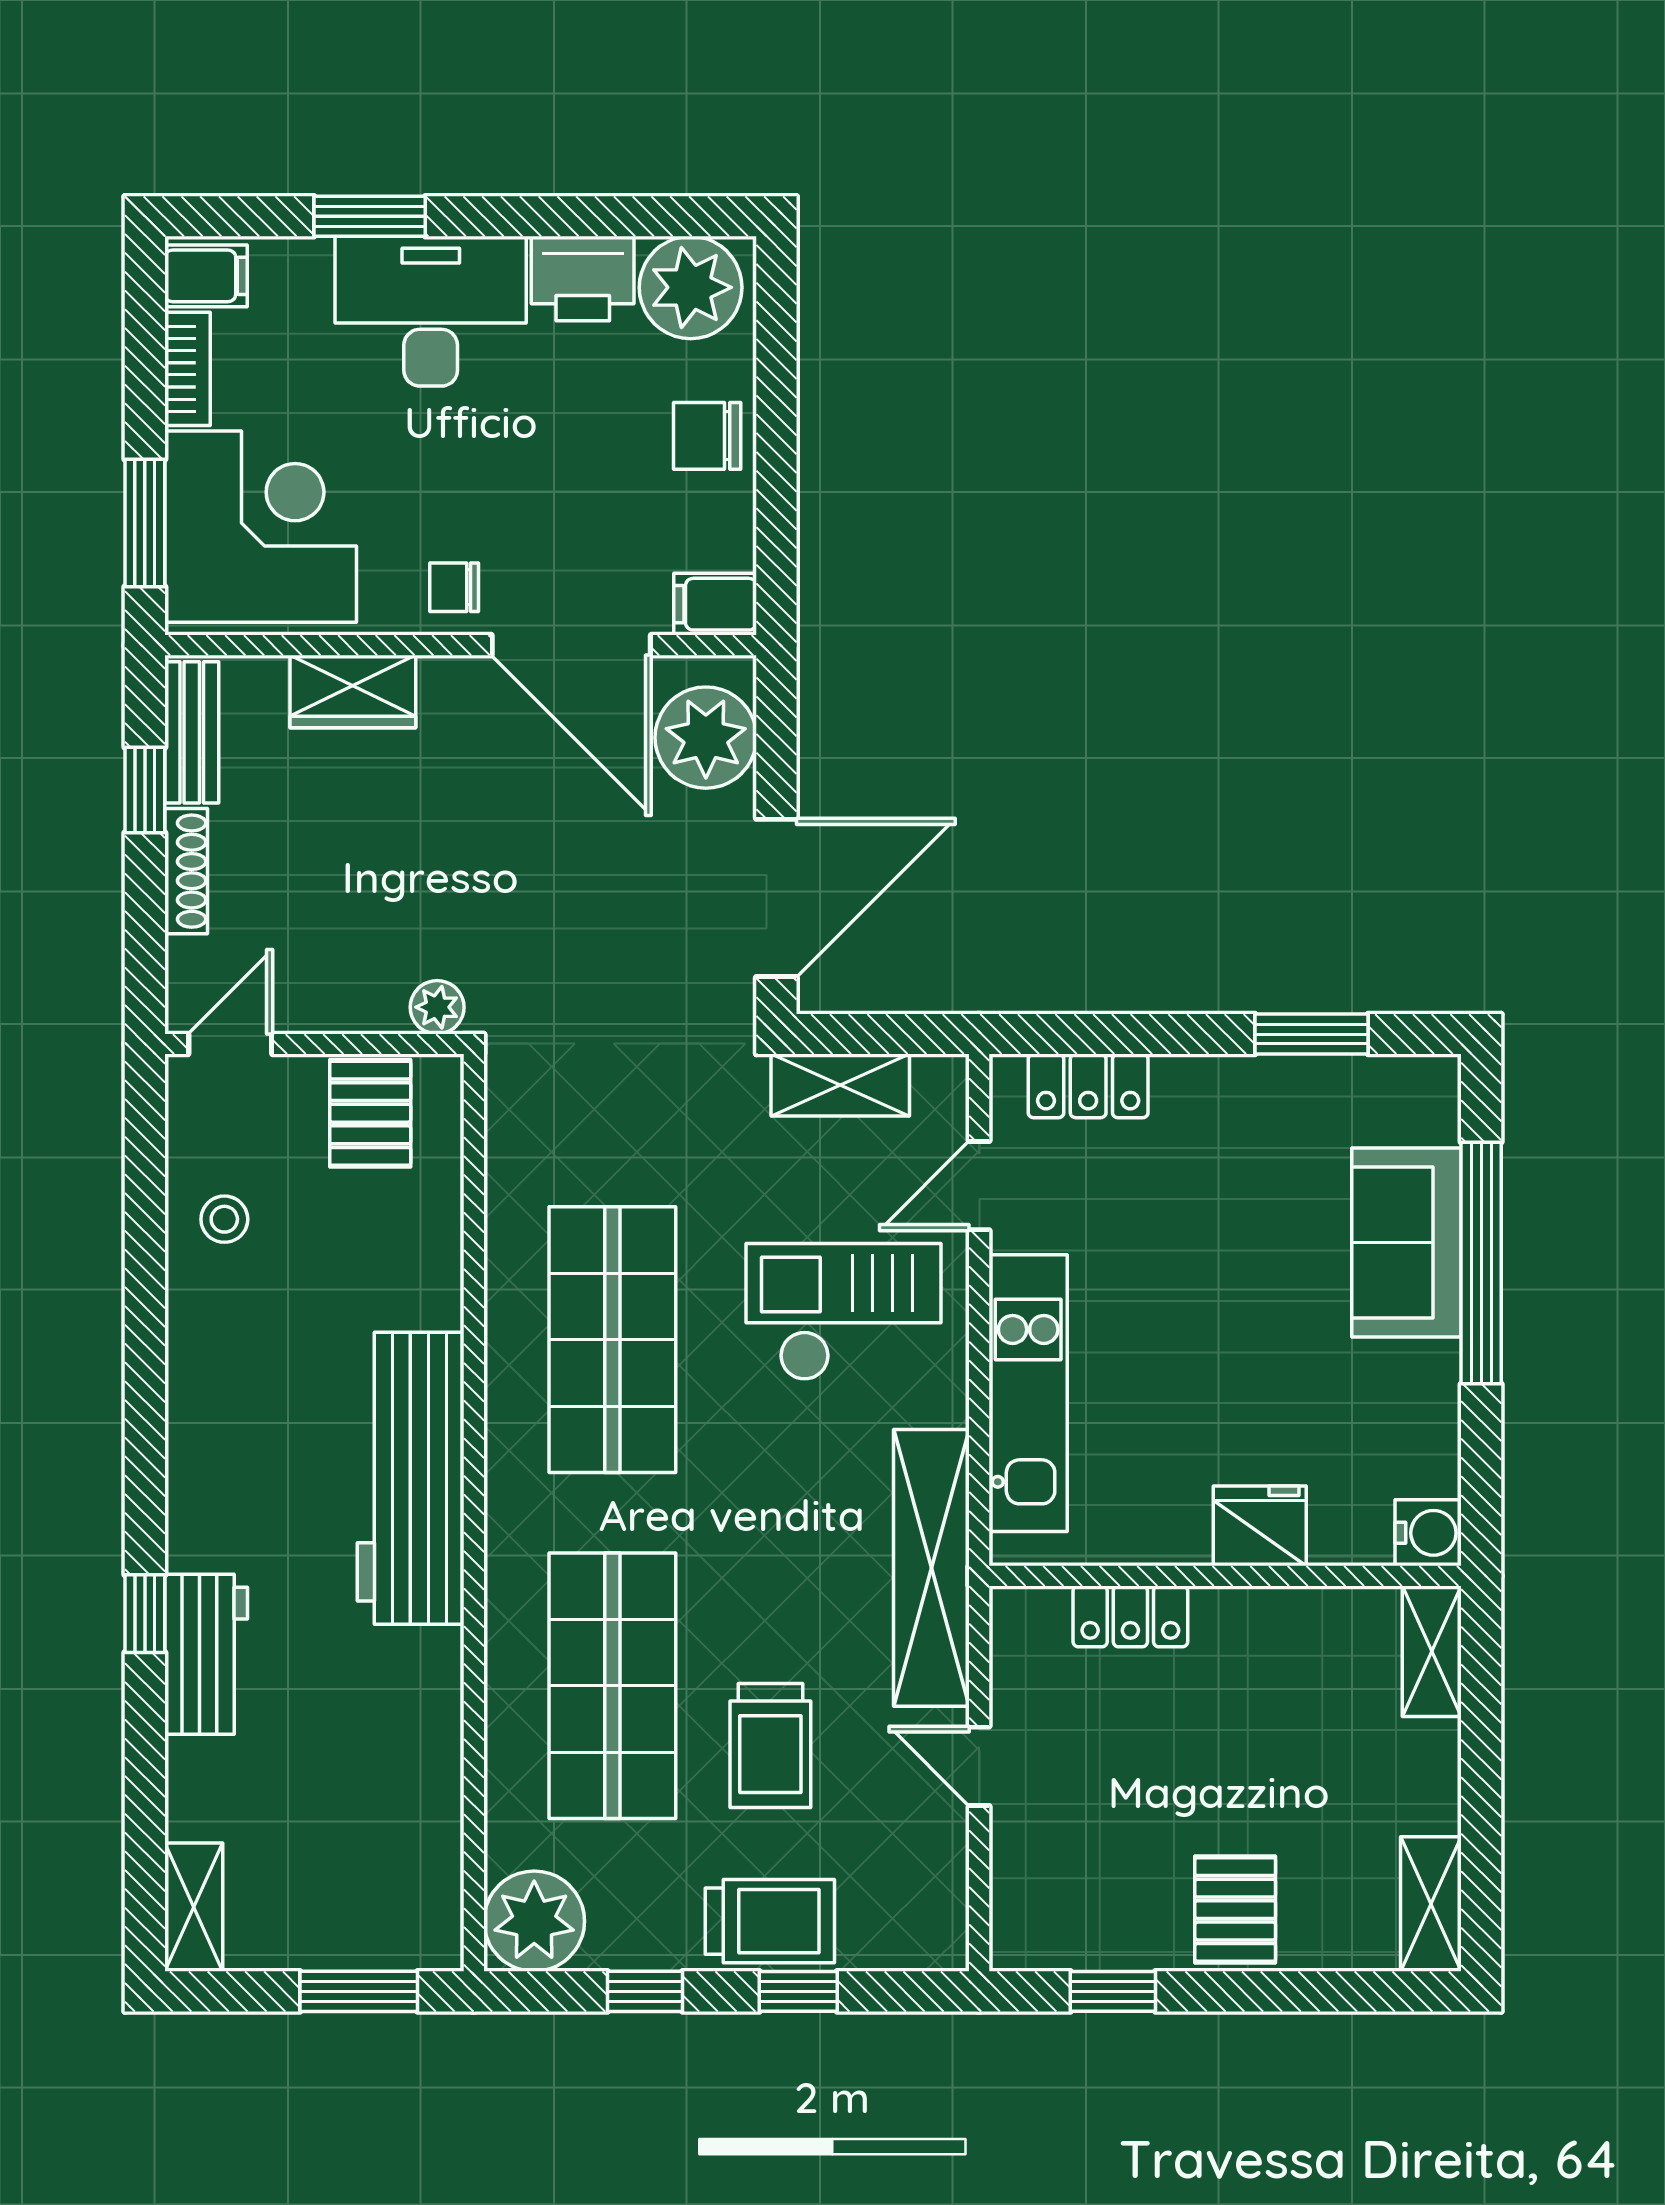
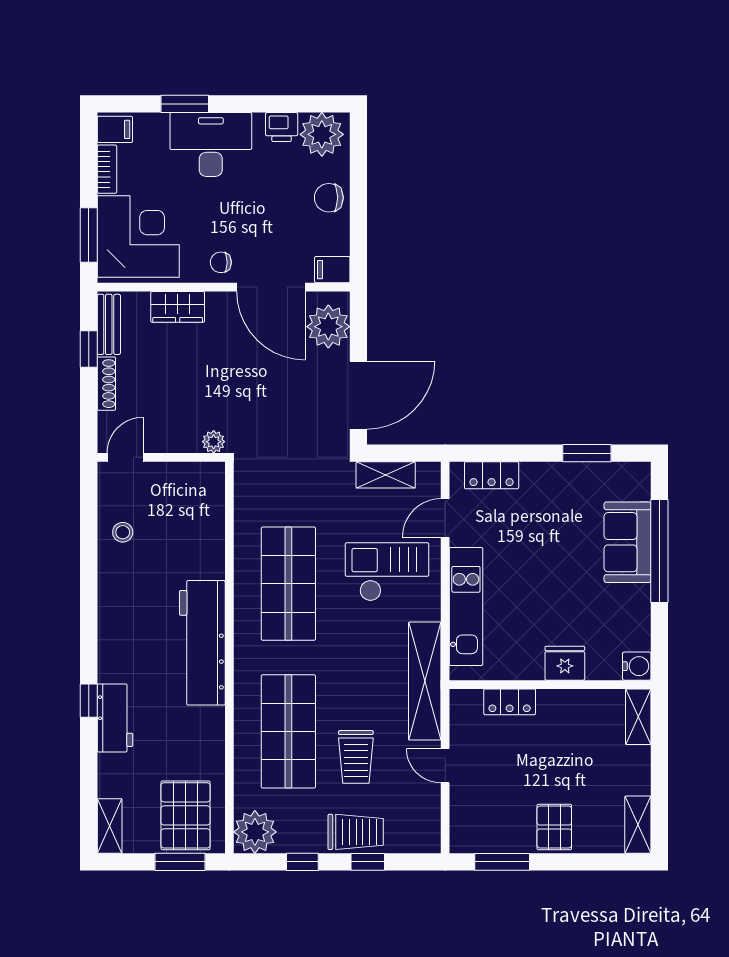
printer: (583, 279) -> (282, 127), width x0.73, depth x0.81
pallet: (370, 1113) -> (186, 815), moved, width x1.50, depth x1.42
window: (1113, 1991) -> (502, 862), width x1.50

